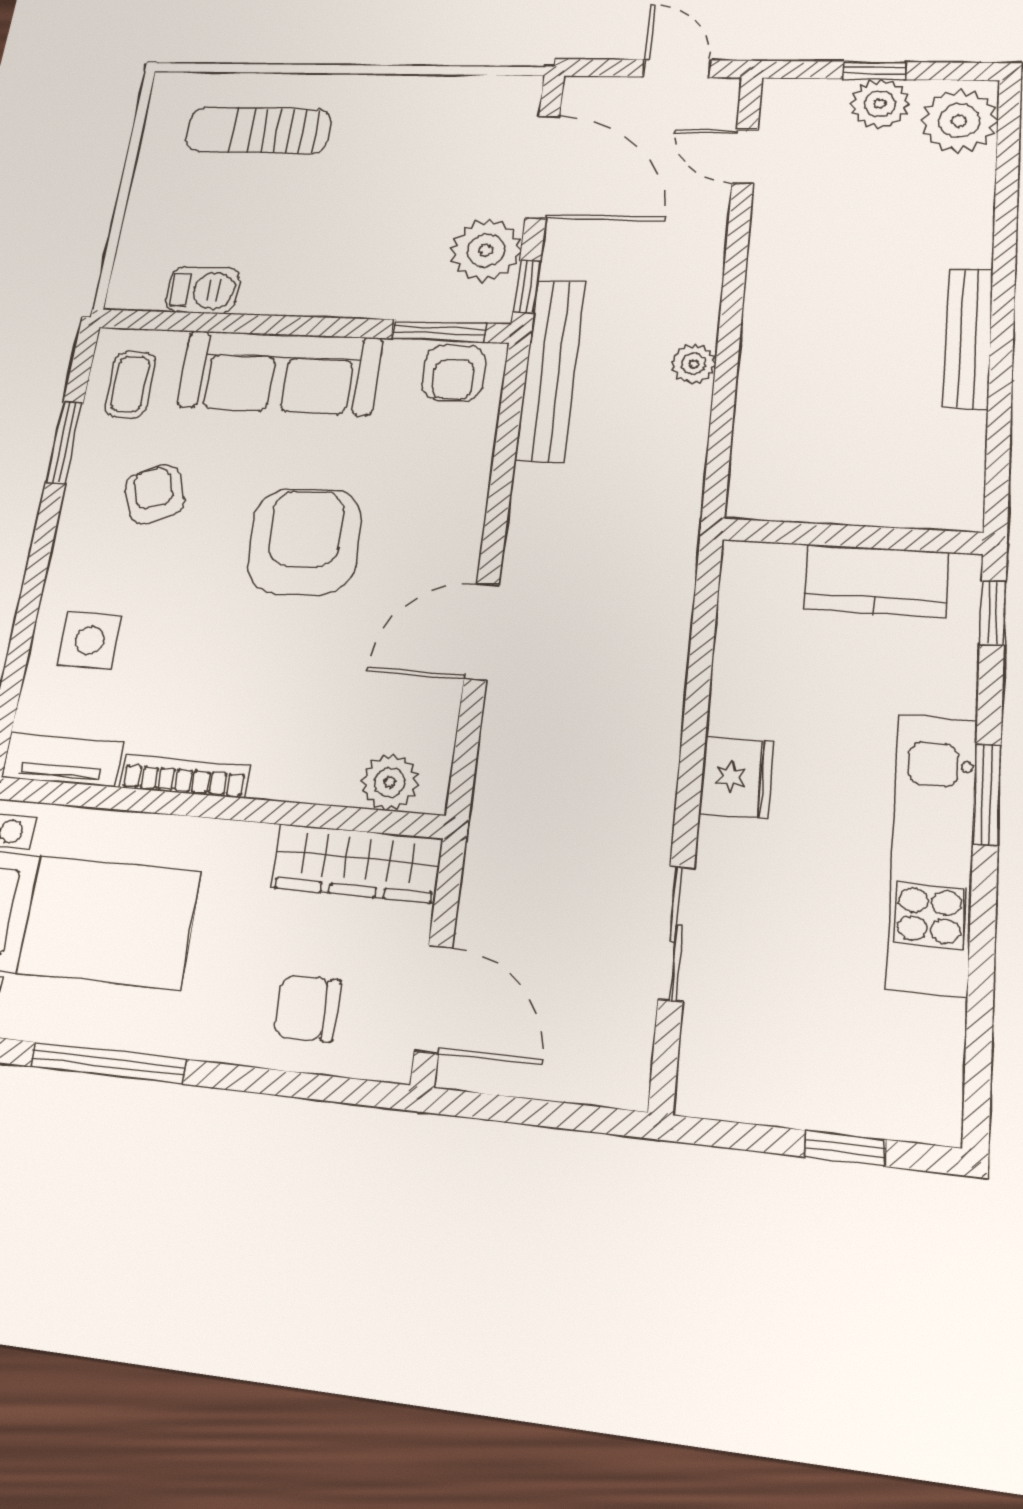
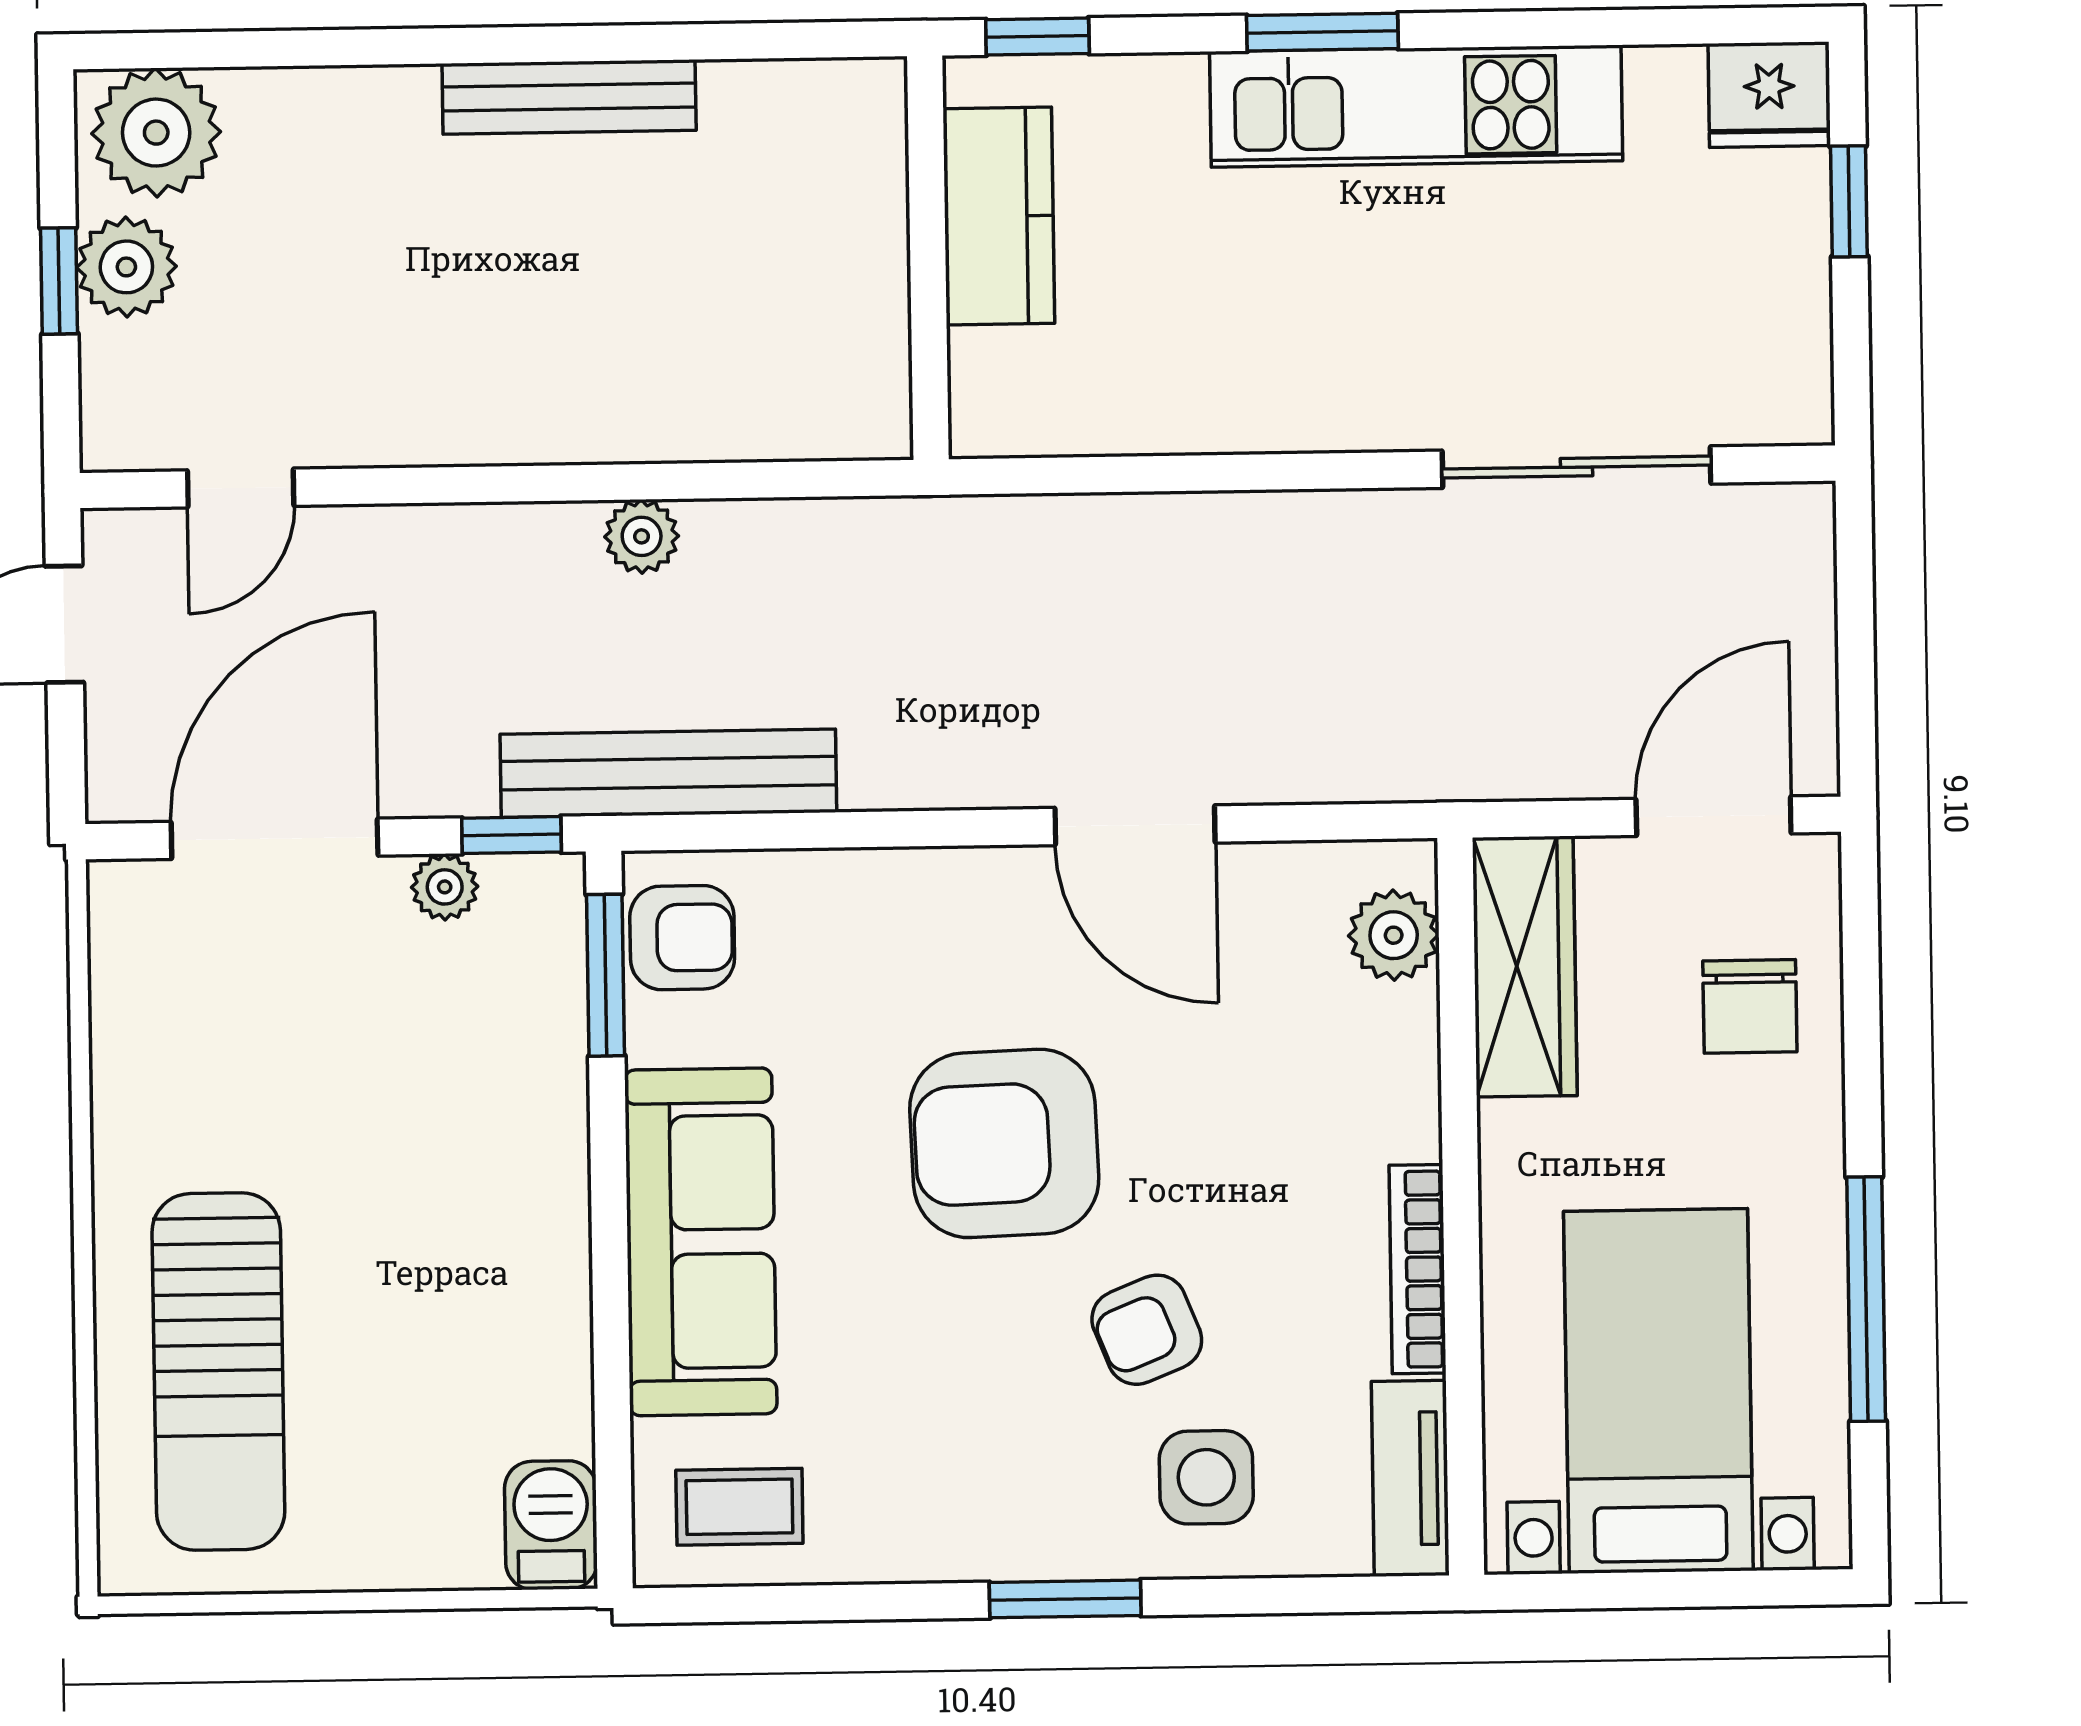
sun lounger: (258, 130) -> (218, 1371), width x1.36, depth x1.34
plant: (486, 250) -> (445, 887), width x0.53, depth x0.53
barbecue: (203, 290) -> (551, 1525), moved
window: (64, 443) -> (1065, 1599), moved
armchair: (155, 494) -> (1147, 1330), moved
fridge: (736, 778) -> (1769, 95), moved, turned 180
sliding door: (676, 933) -> (1577, 467), width x1.37

